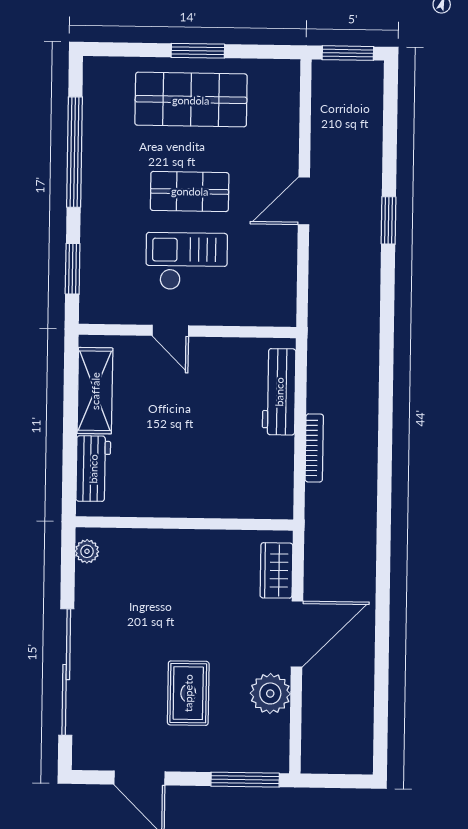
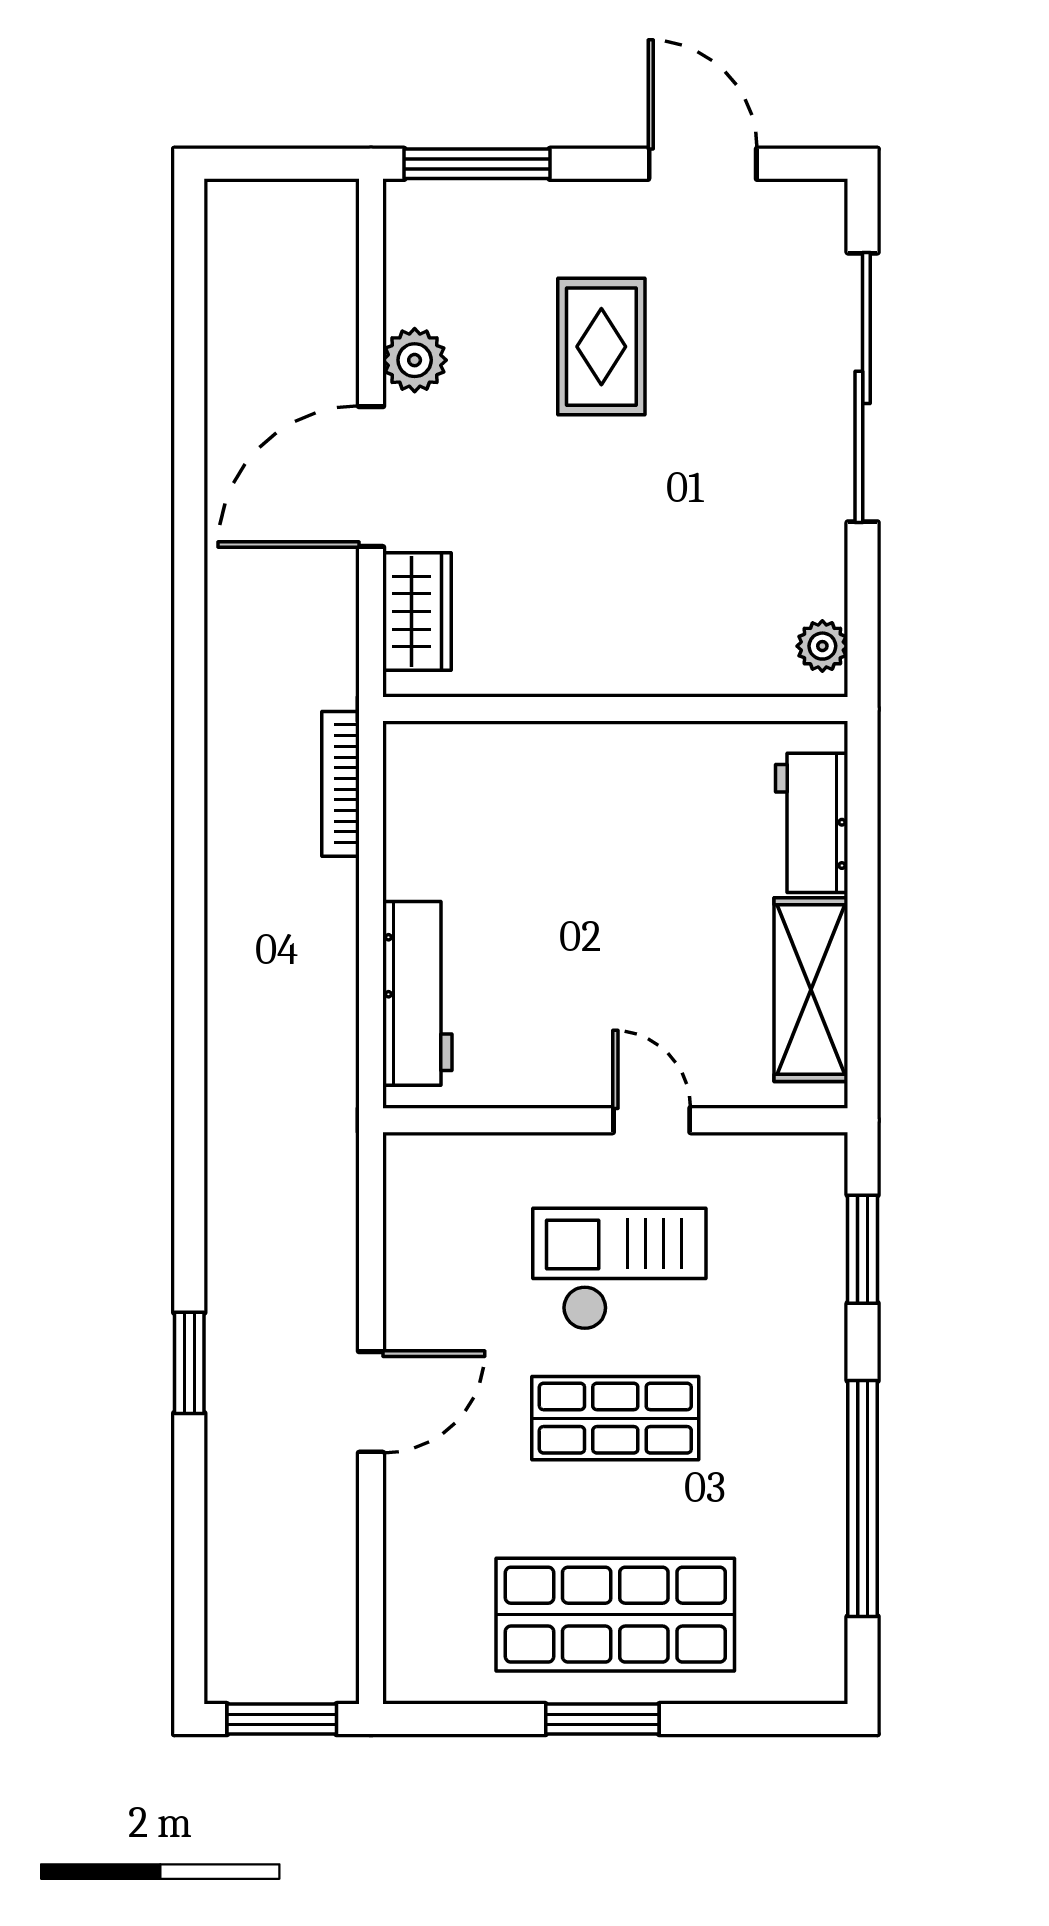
checkout: (187, 261) -> (619, 1269), turned 180
bookcase: (314, 448) -> (341, 784), moved
plant: (270, 693) -> (415, 360), width x0.73, depth x0.73

